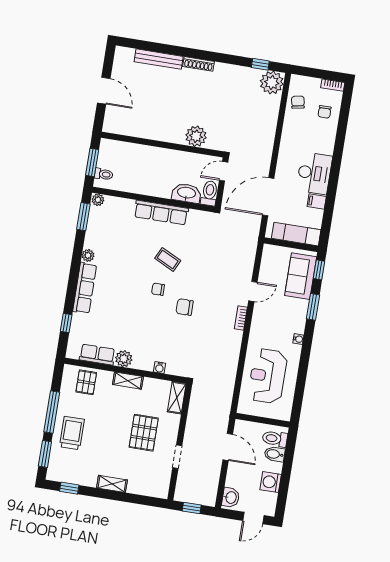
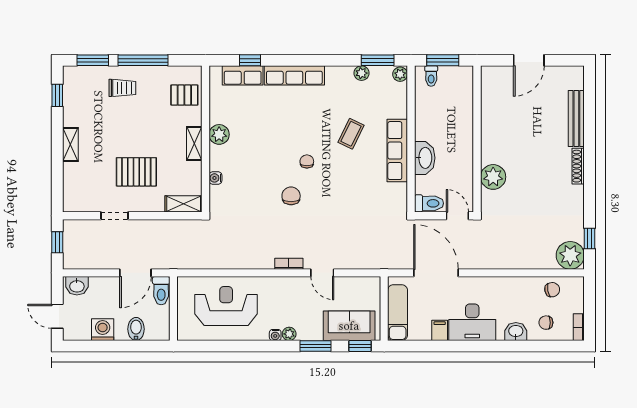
washbasin: (328, 138) -> (516, 332), added
washbasin: (186, 193) -> (425, 158), moved
plant: (88, 255) -> (362, 73), moved
coffee table: (168, 259) -> (351, 134), moved
plant: (299, 327) -> (289, 334), added
row of seats: (97, 355) -> (243, 75), moved, turned 90
trolley: (72, 433) -> (122, 88), width x0.73, depth x0.72
toilet: (275, 439) -> (161, 291), moved, turned 180

